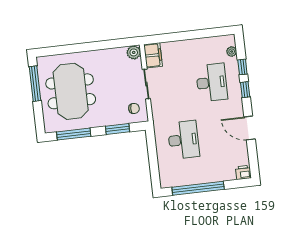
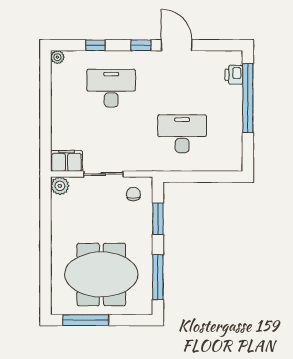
plant: (232, 52) -> (57, 57), moved
window: (245, 90) -> (141, 45), moved
door: (250, 128) -> (177, 45), swing flipped
printer: (243, 172) -> (234, 75), moved
window: (198, 188) -> (248, 98), moved

